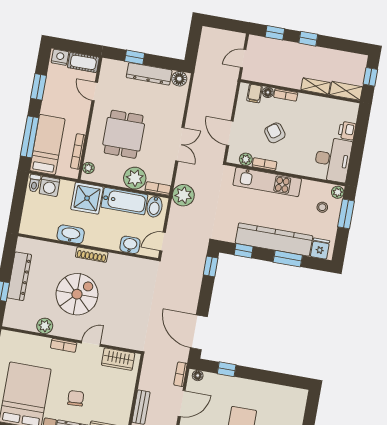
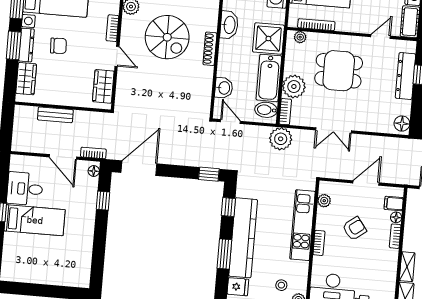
dresser: (149, 74) -> (406, 76), moved
door: (230, 133) -> (366, 183), moved
bookcase: (265, 164) -> (319, 243), moved

